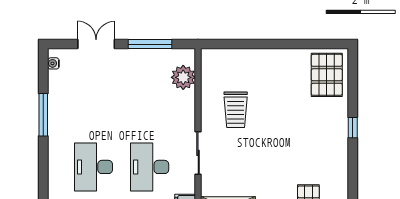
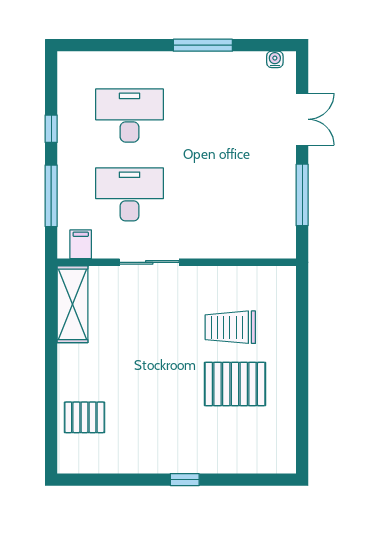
pallet: (327, 75) -> (235, 384), moved
plant: (183, 77) -> (255, 242), removed
trolley: (236, 110) -> (230, 327), moved

